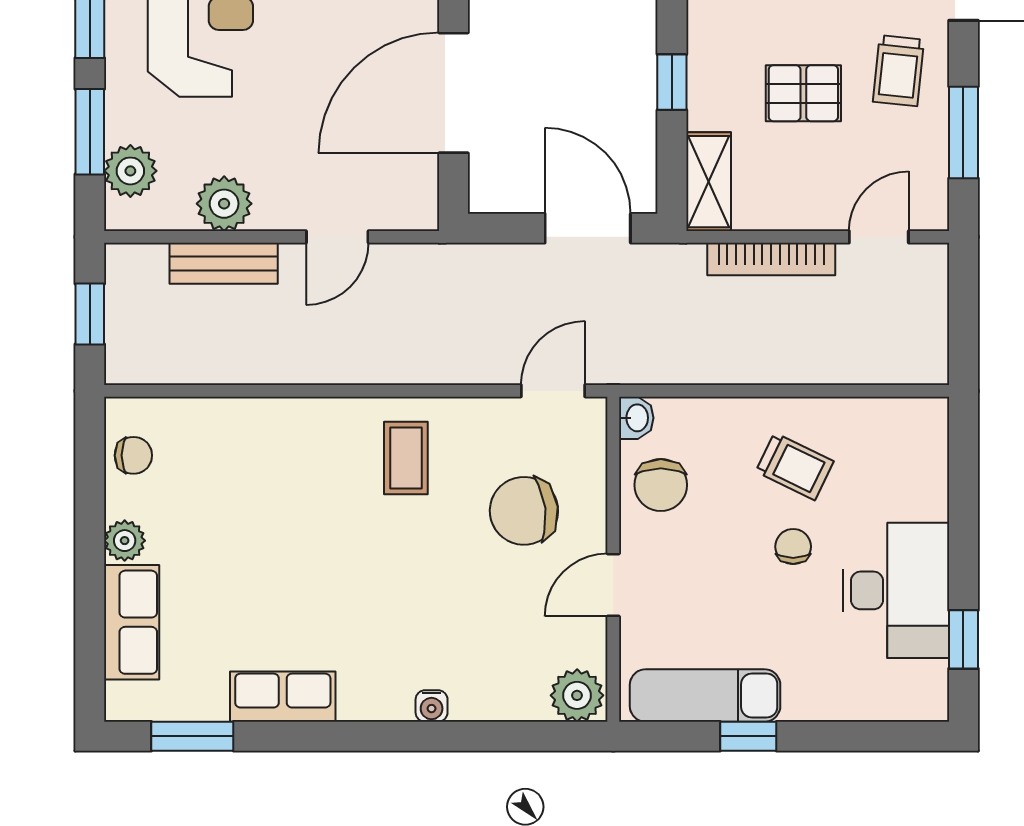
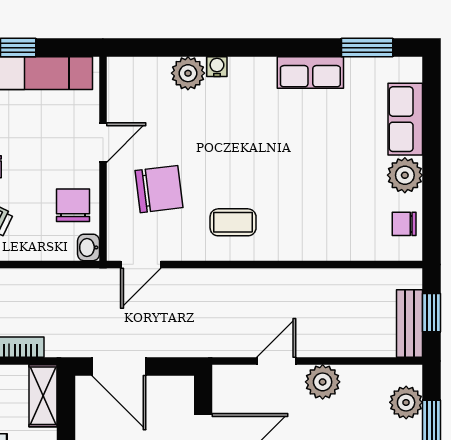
plant: (224, 204) -> (323, 382), moved
bench: (224, 263) -> (410, 324), moved, turned 90
coffee table: (406, 458) -> (233, 222), turned 90
plant: (125, 541) -> (405, 175), width x1.38, depth x1.38
plant: (577, 695) -> (188, 73), moved

